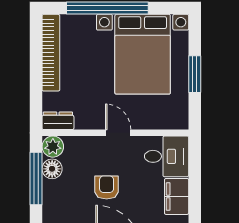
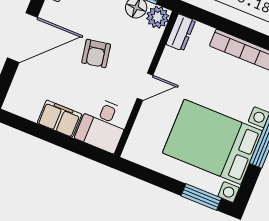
window: (195, 74) -> (201, 197), moved
armchair: (107, 187) -> (96, 54), turned 80

